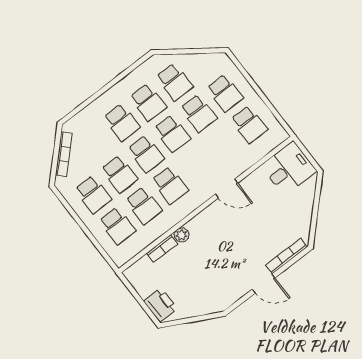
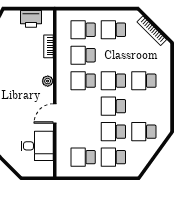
school desk: (148, 102) -> (144, 106), removed
desk: (289, 169) -> (37, 146), moved, turned -90
school desk: (120, 174) -> (113, 55), removed
plant: (182, 235) -> (48, 81), moved
printer: (160, 305) -> (31, 19), moved

